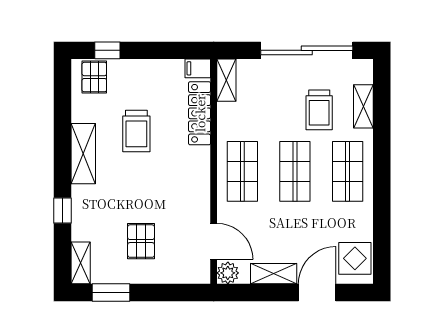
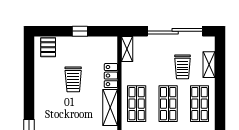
window: (107, 50) -> (80, 31), moved
filing cabinet: (198, 68) -> (110, 42), removed
locker: (200, 113) -> (111, 76), width x0.66
shelving: (83, 154) -> (110, 108), moved

